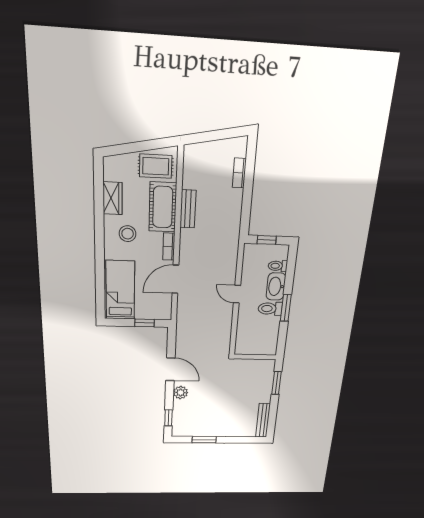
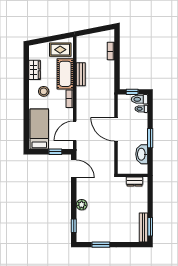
door: (175, 279) -> (75, 131), moved
washbasin: (276, 286) -> (142, 154), moved
door: (237, 294) -> (116, 129), width x1.87
toilet: (270, 309) -> (139, 99), moved
dresser: (257, 365) -> (134, 182), added
door: (170, 369) -> (74, 169), moved
window: (276, 383) -> (150, 227), moved

